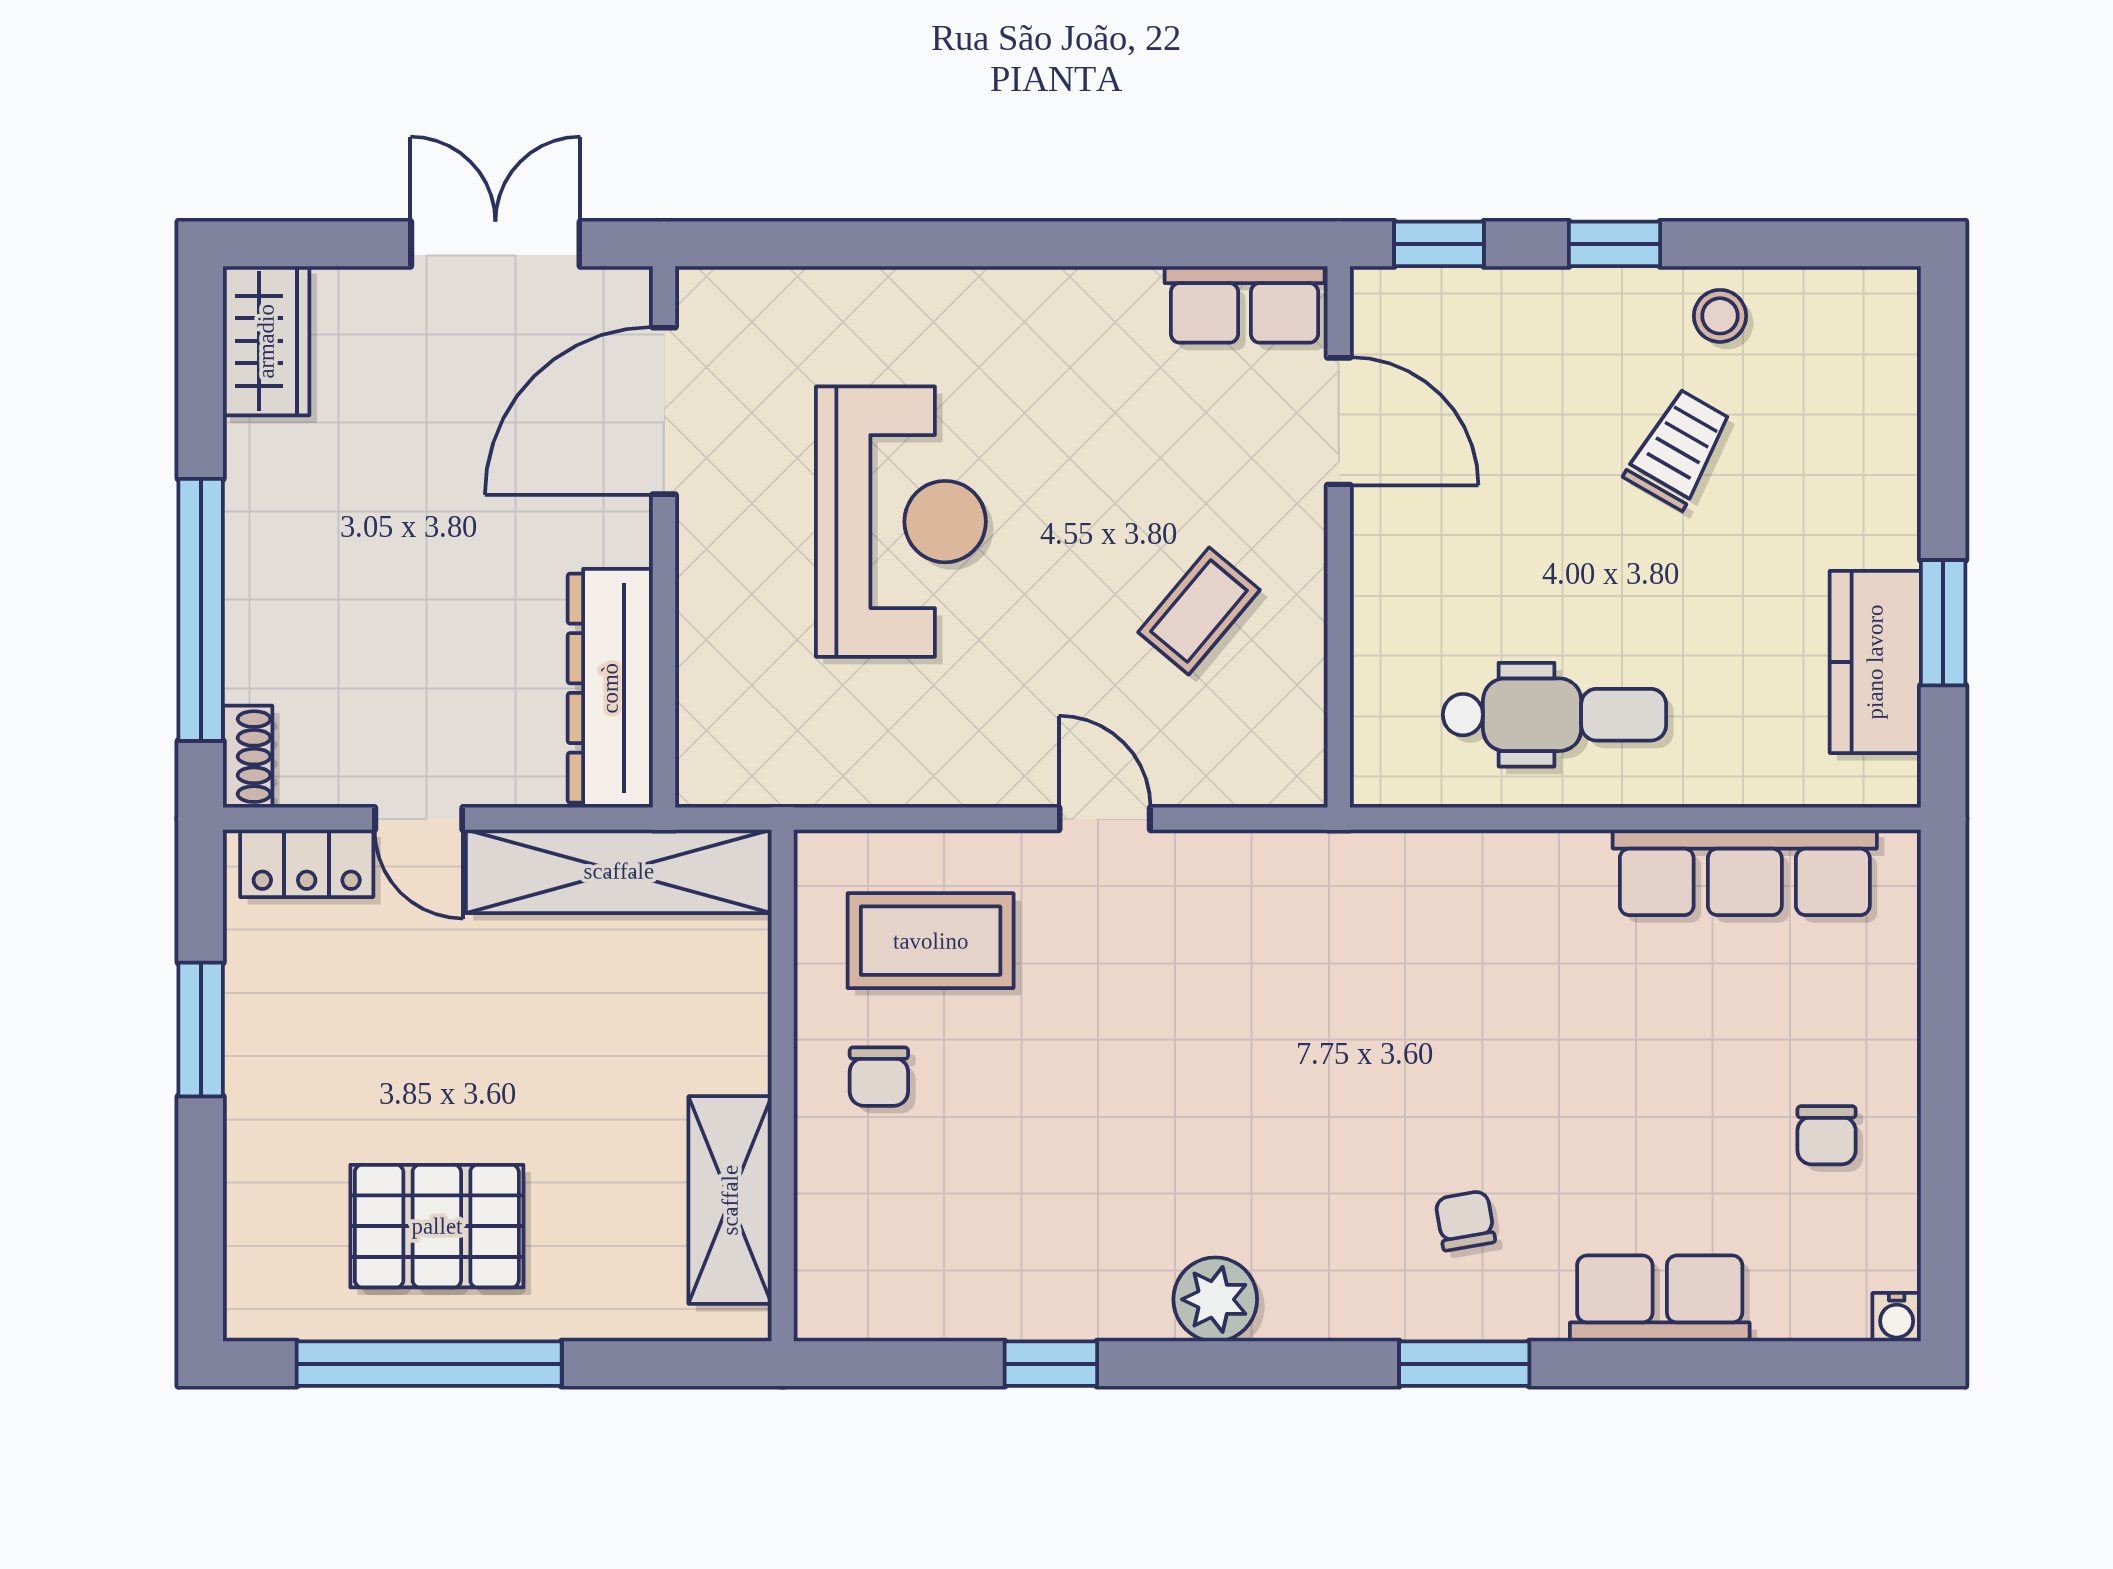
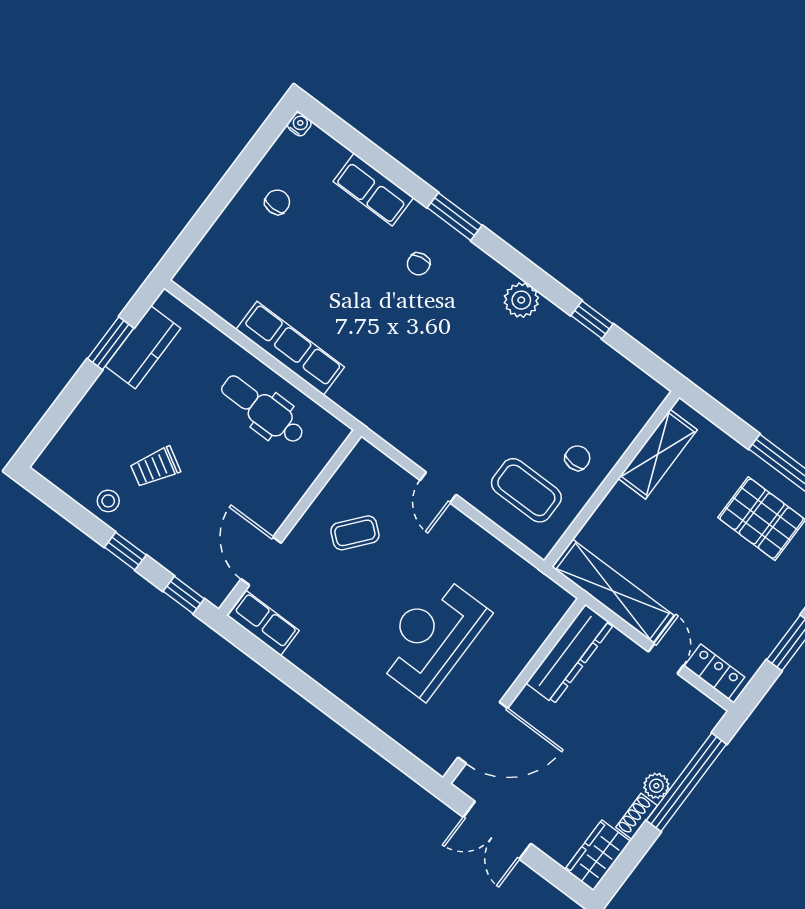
plant: (253, 560) -> (656, 786), added
shoe rack: (248, 757) -> (636, 816), moved
row of seats: (1745, 872) -> (290, 348), moved

